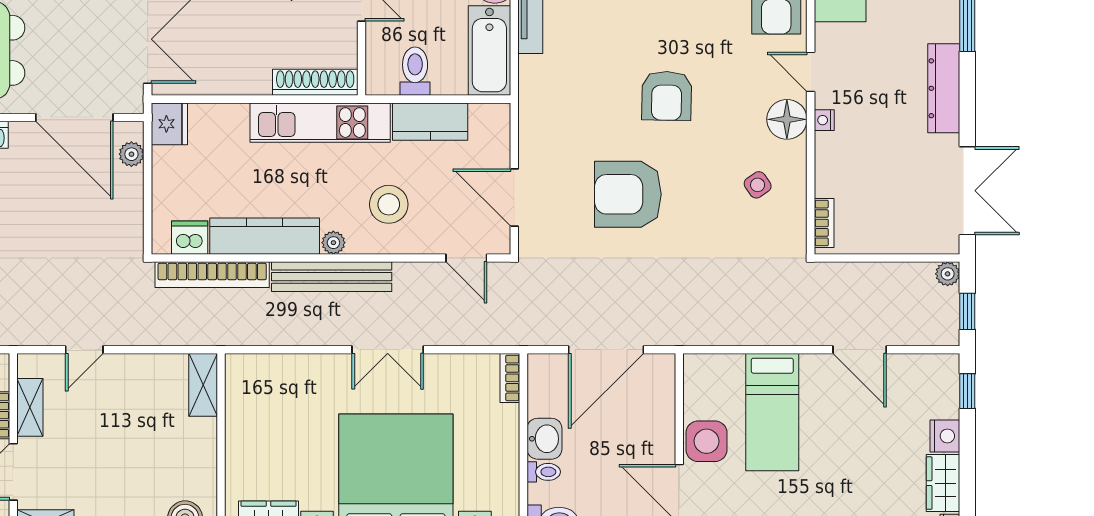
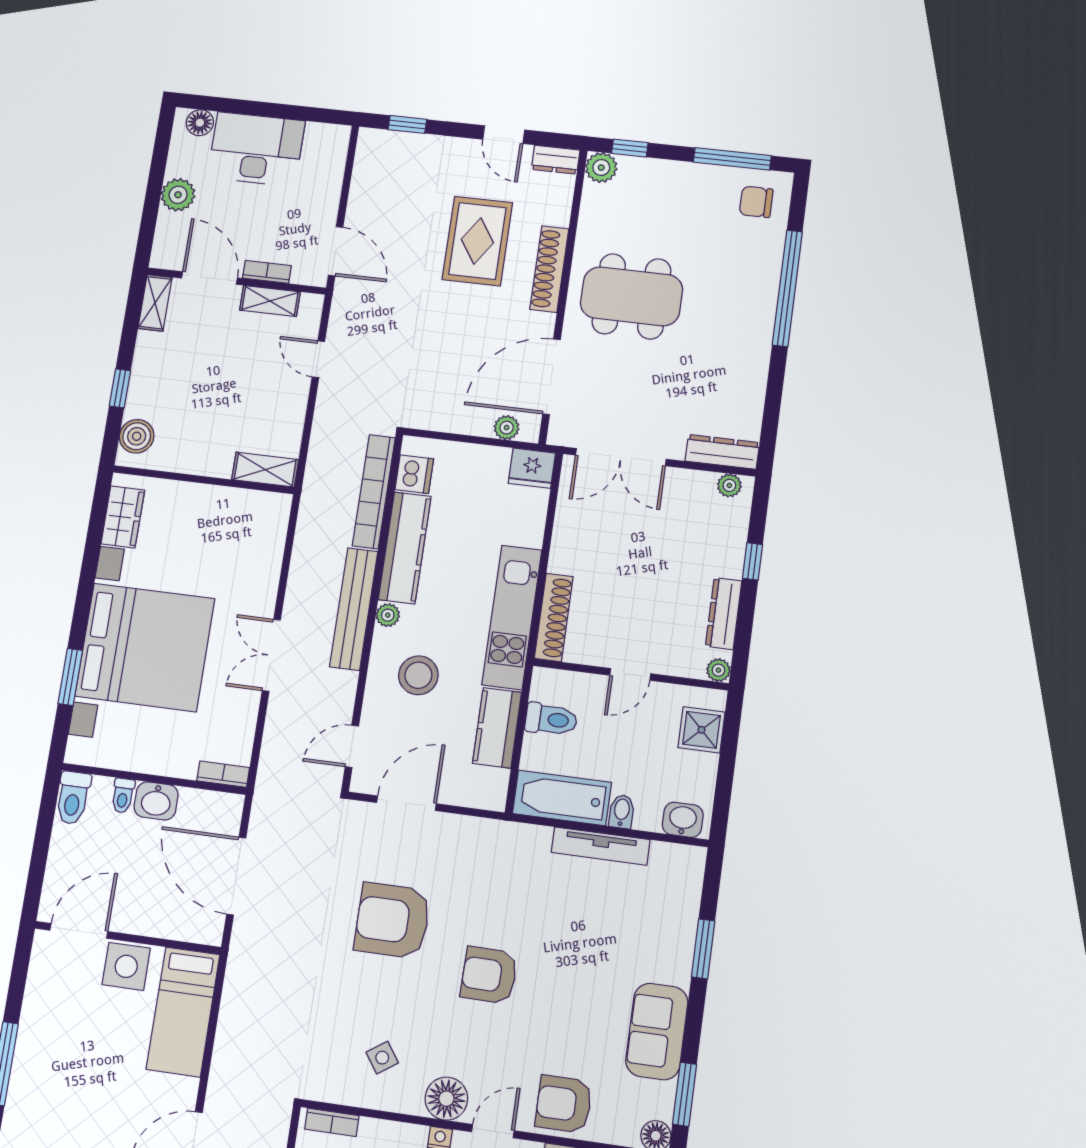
armchair: (628, 194) -> (392, 921), turned -90
bed: (772, 412) -> (183, 1012), moved, turned -90

